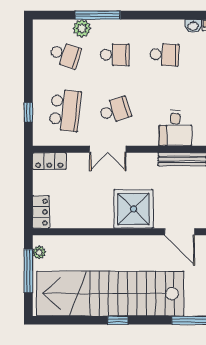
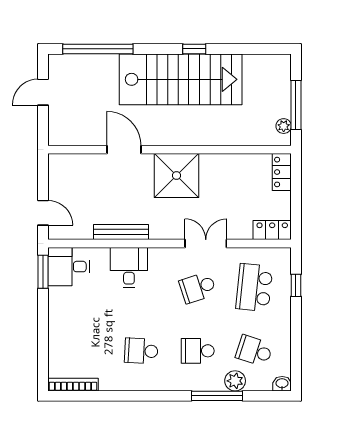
washbasin: (193, 26) -> (282, 384), moved
stairs: (110, 294) -> (181, 79), width x0.73

